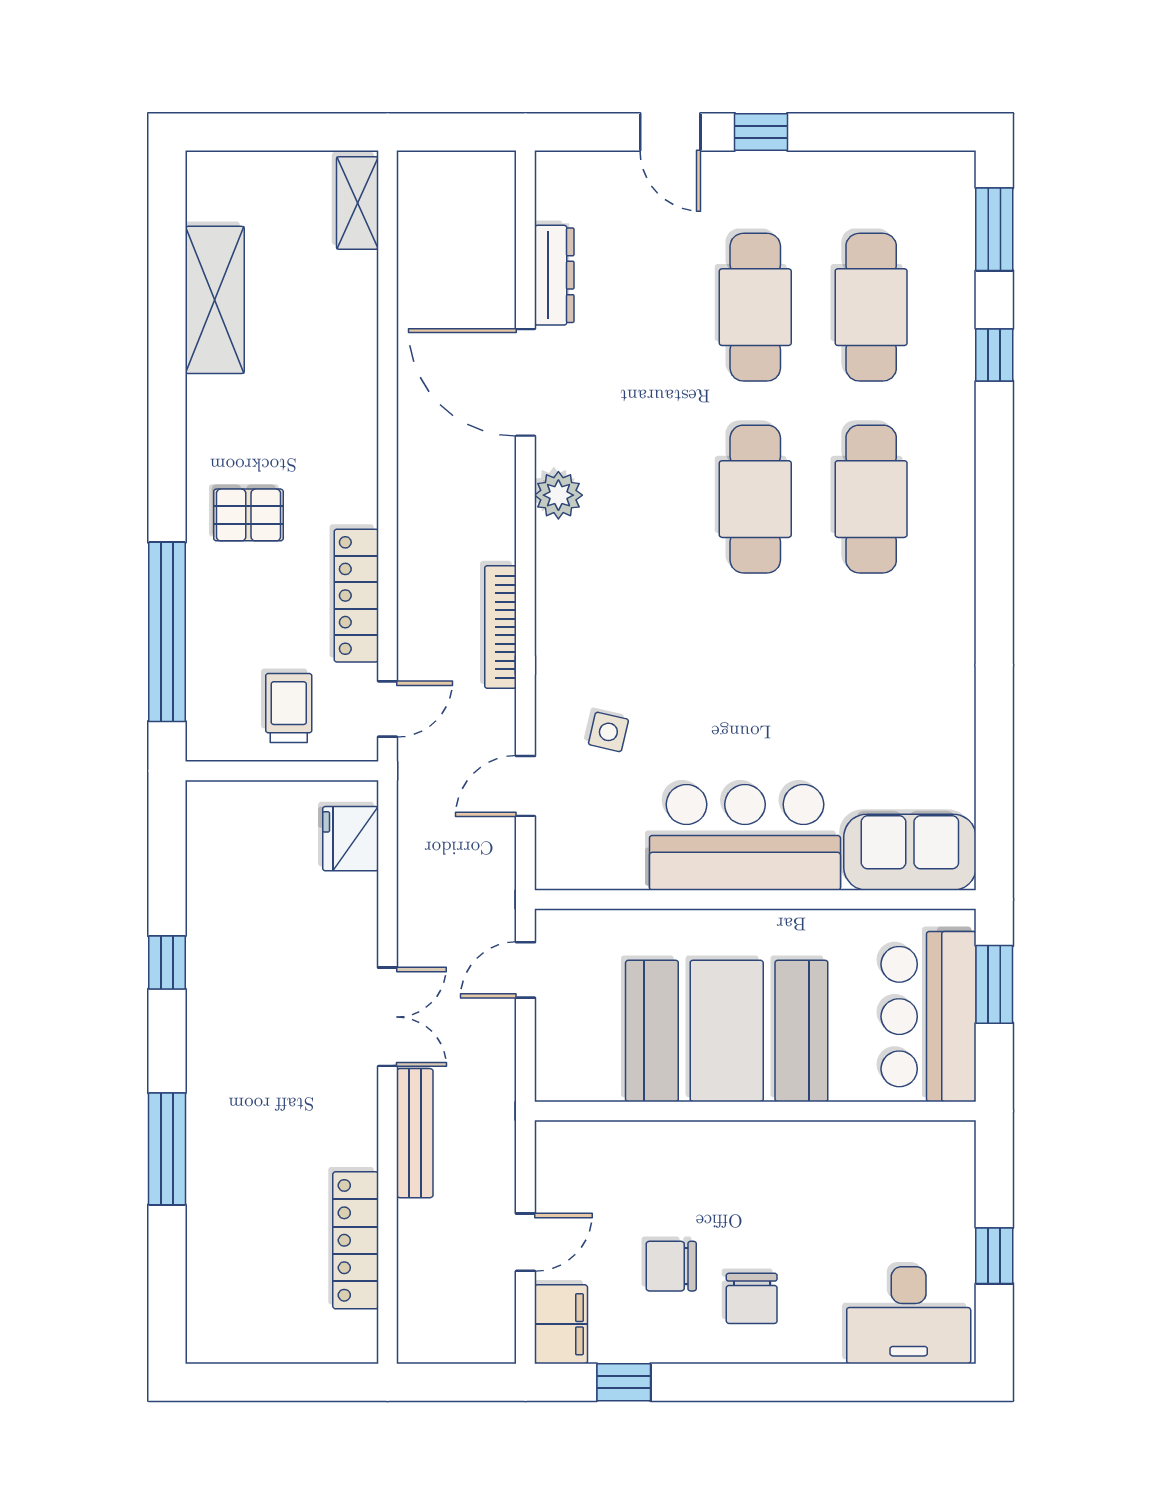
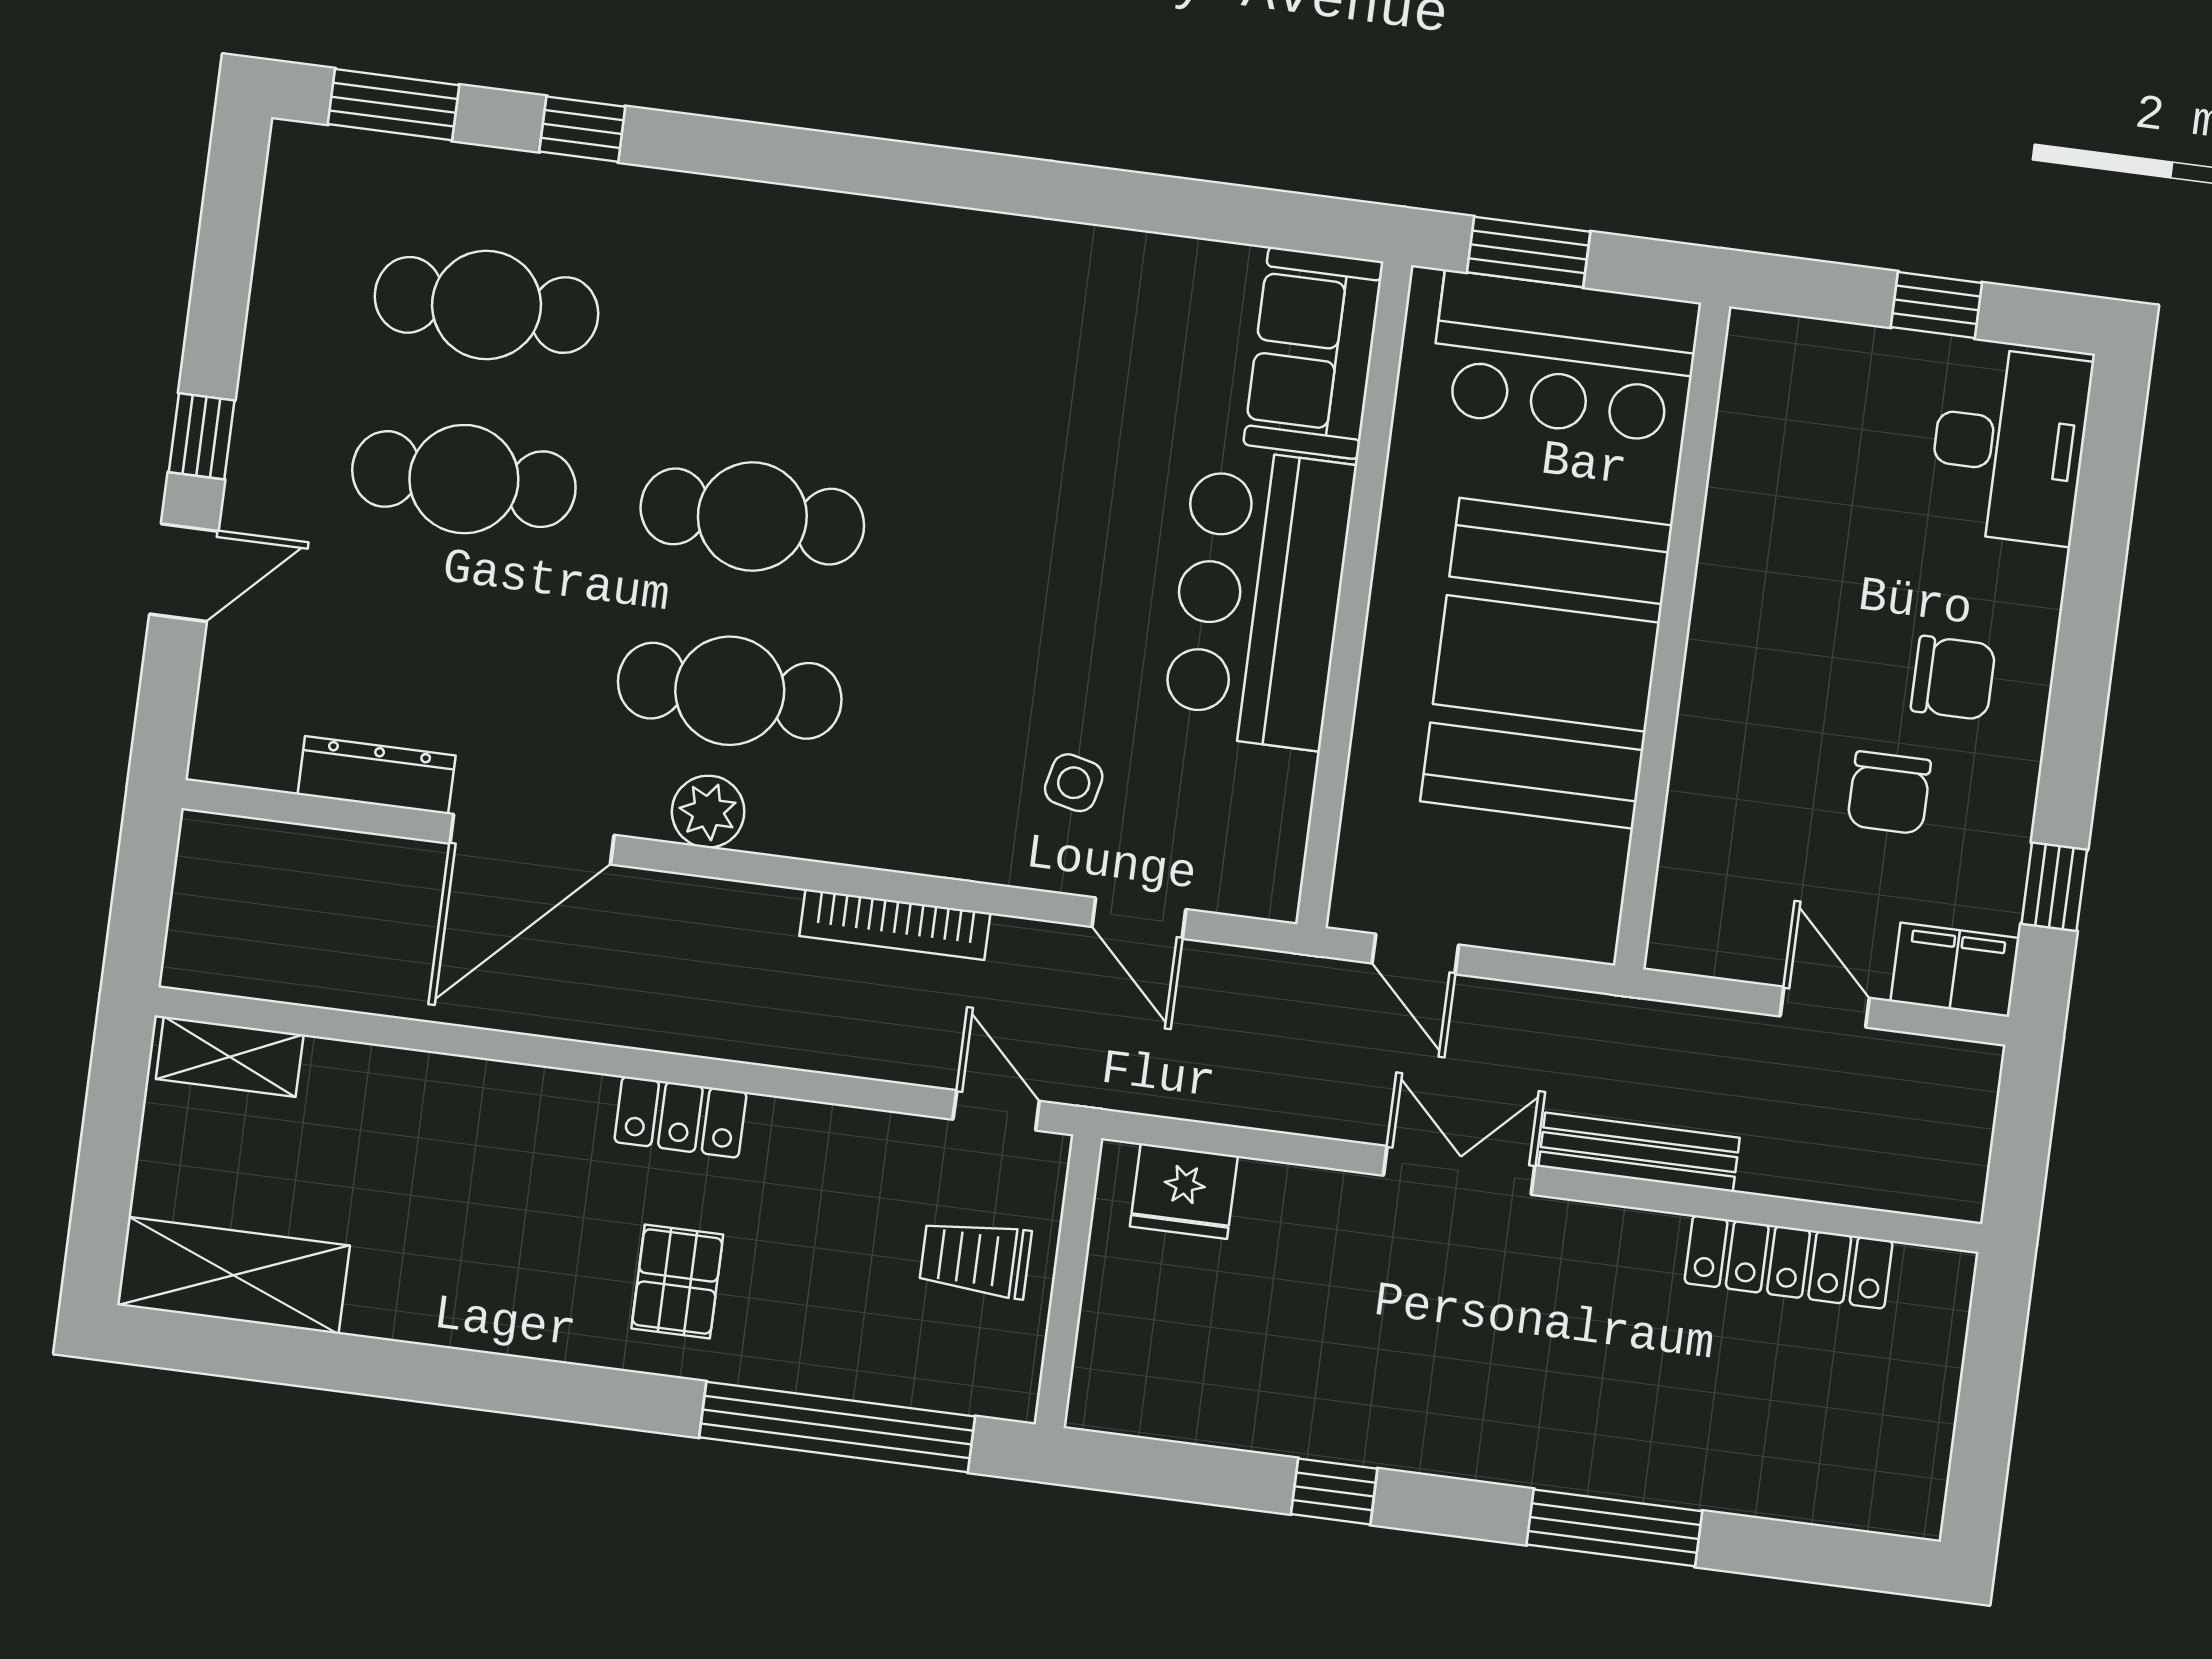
shelving: (215, 300) -> (233, 1275), moved
cafe table: (871, 499) -> (730, 691), moved
locker: (356, 596) -> (680, 1117), moved, width x0.66

